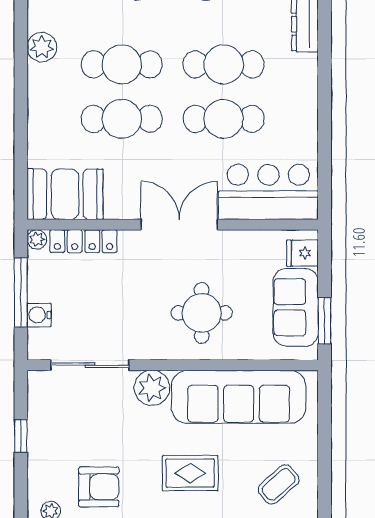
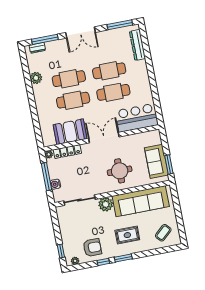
booth: (65, 194) -> (70, 132), moved
fridge: (302, 253) -> (155, 139), removed
window: (21, 436) -> (61, 251), moved

